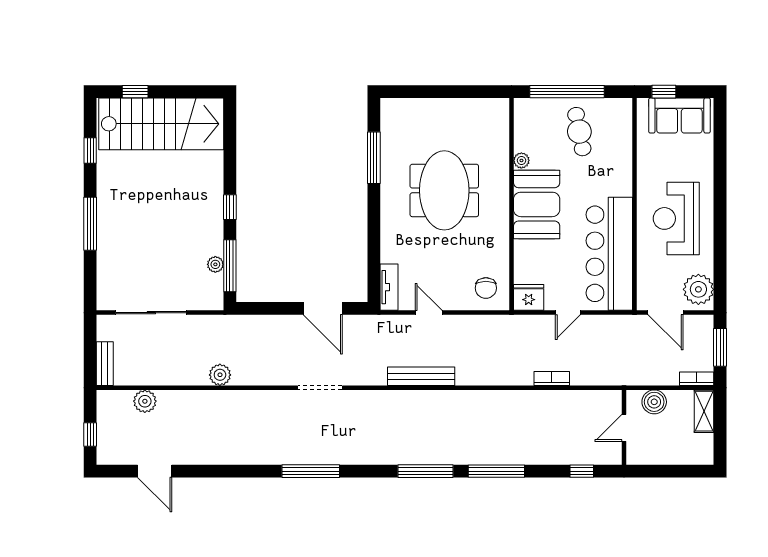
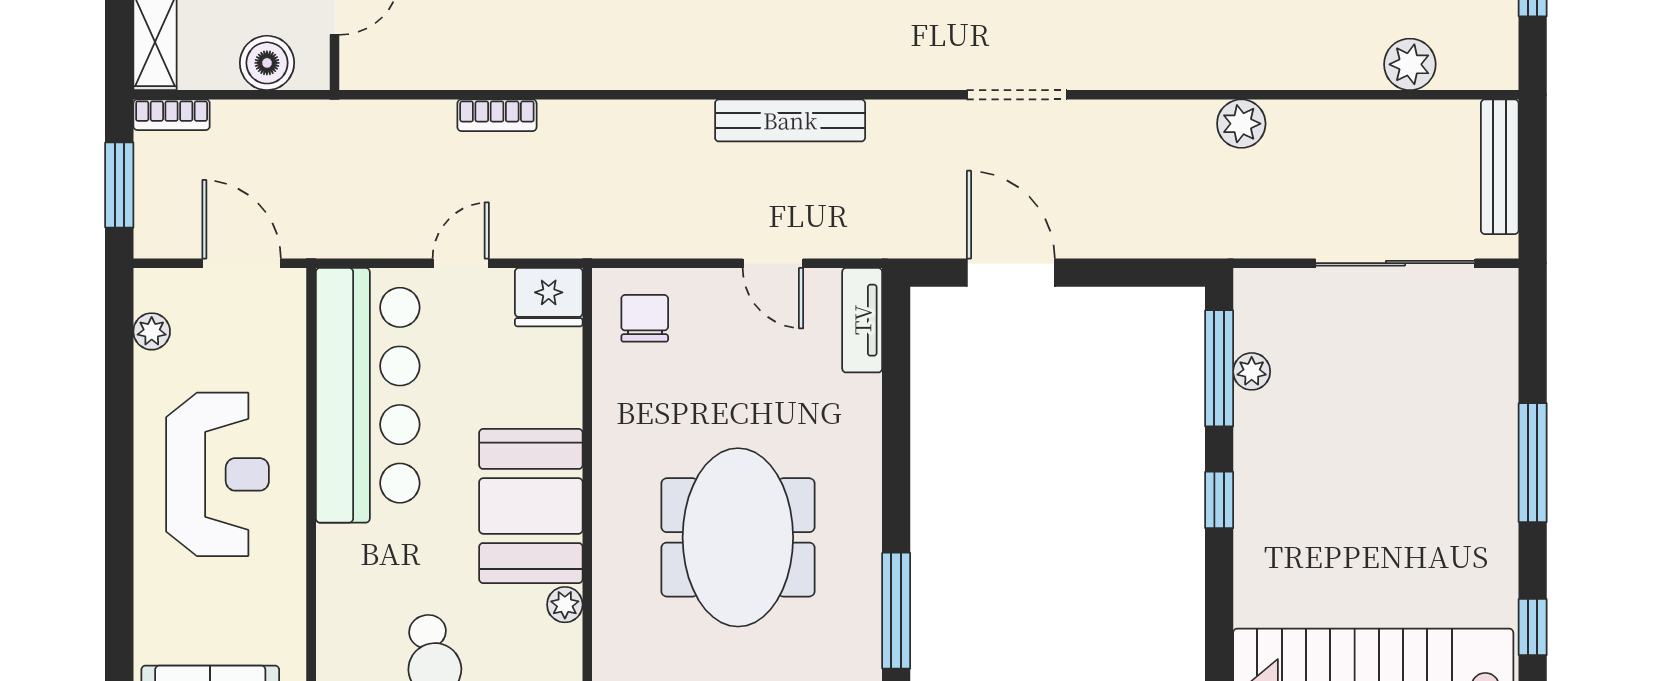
plant: (698, 289) -> (152, 331), width x0.53, depth x0.53
bench: (105, 364) -> (1500, 167), width x1.36

